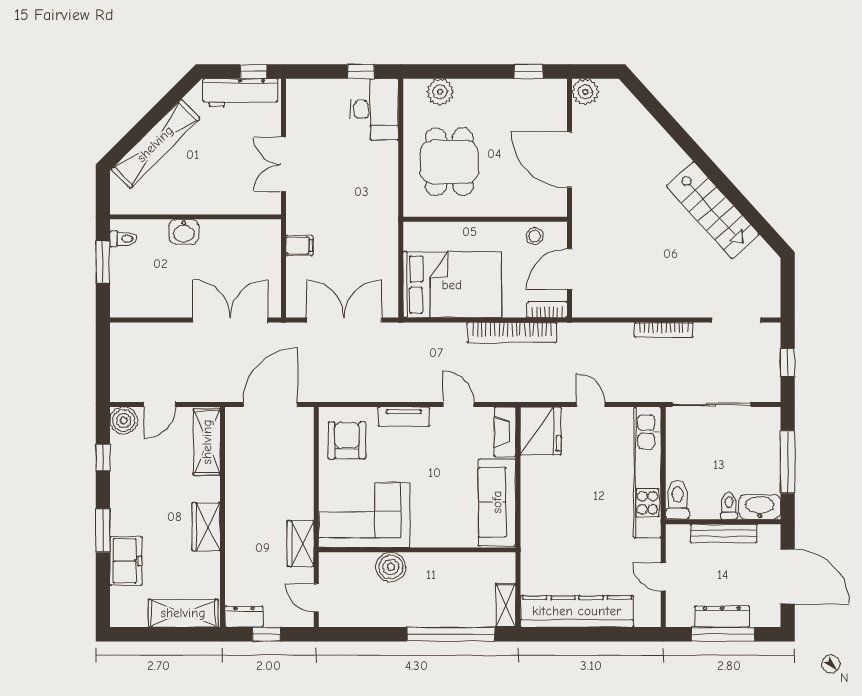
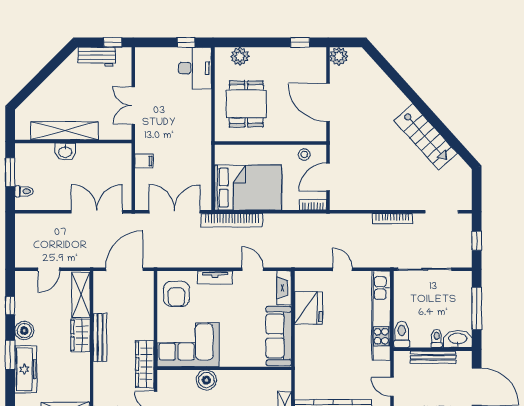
workbench: (240, 93) -> (97, 57), width x0.73
shelving: (155, 144) -> (65, 131), moved, turned 45
toilet: (123, 239) -> (24, 191), moved
bookcase: (512, 333) -> (232, 220), moved
boiler: (124, 421) -> (24, 331), moved
fridge: (541, 431) -> (308, 308), moved
armchair: (347, 440) -> (176, 294), turned 180
bench: (235, 504) -> (100, 337), added
wardrobe: (206, 527) -> (80, 335), moved
wardrobe: (301, 544) -> (145, 364), width x1.50
freezer: (126, 561) -> (26, 369), width x1.40

